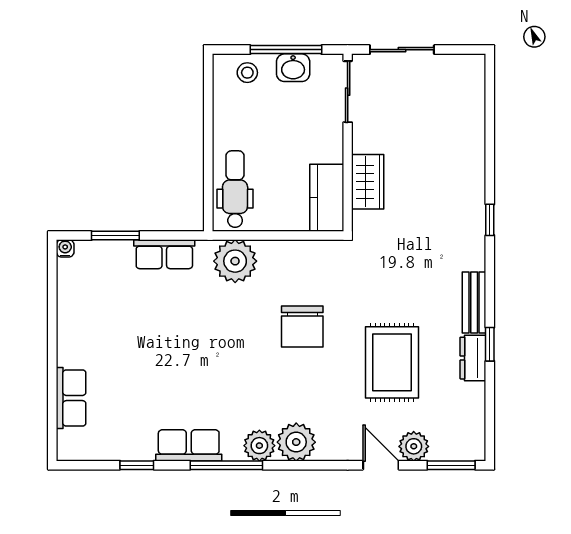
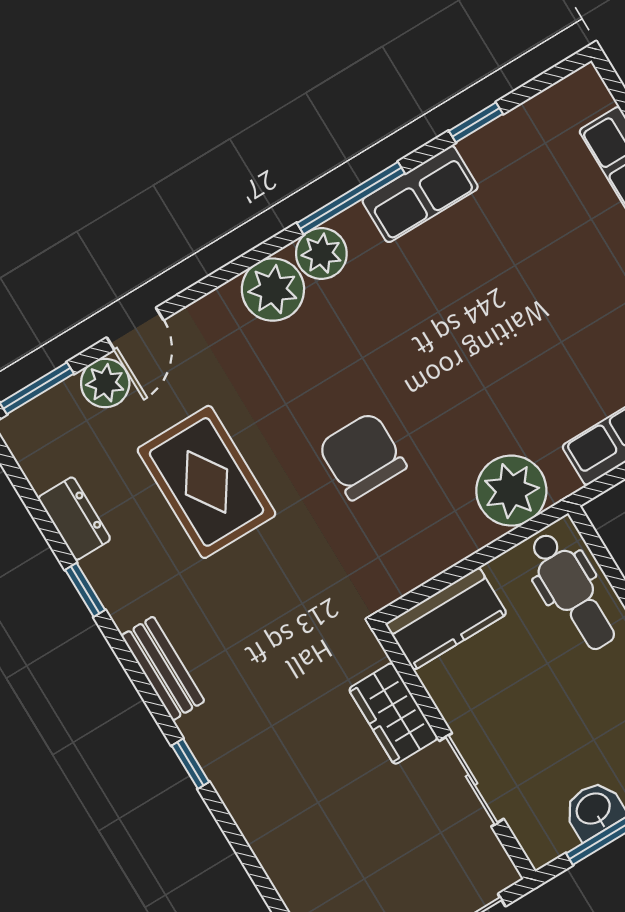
sliding door: (348, 92) -> (472, 780), moved
kitchen counter: (327, 198) -> (446, 619), moved, turned 90
bench: (474, 302) -> (163, 668), moved
dresser: (473, 358) -> (74, 519), moved
door: (381, 465) -> (135, 329), hinge flipped

